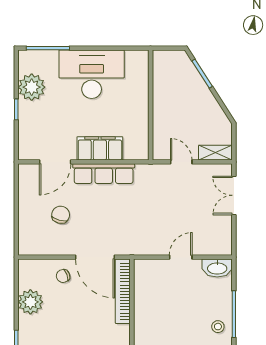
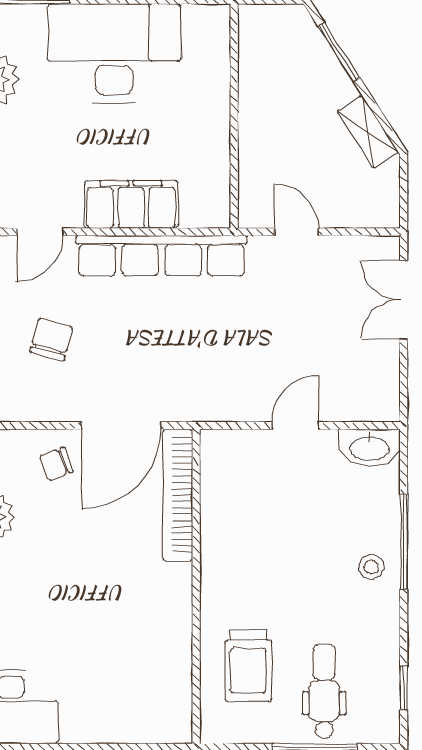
shelving: (215, 153) -> (368, 132), moved, turned 57
door: (55, 162) -> (40, 232), width x0.73
row of seats: (104, 174) -> (162, 256), width x1.36
door: (95, 257) -> (121, 426), hinge flipped

